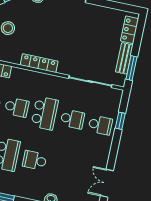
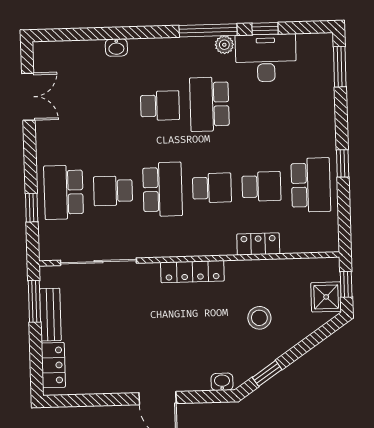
school desk: (17, 107) -> (212, 188), turned 180
school desk: (45, 113) -> (162, 189), turned 180
school desk: (100, 125) -> (64, 192), width x1.85

